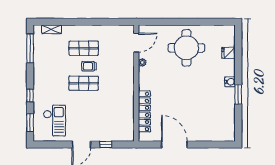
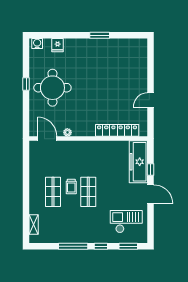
window: (190, 22) -> (26, 84), added
window: (30, 48) -> (73, 246), moved
water cooler: (230, 82) -> (37, 44), moved
freezer: (113, 132) -> (138, 162), added
door: (174, 145) -> (151, 100), width x0.53

